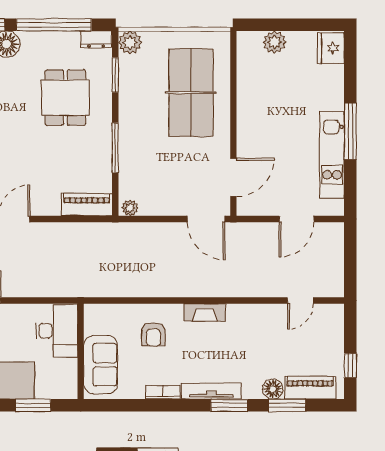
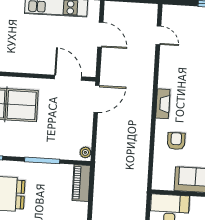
armchair: (153, 334) -> (176, 141), turned -90

